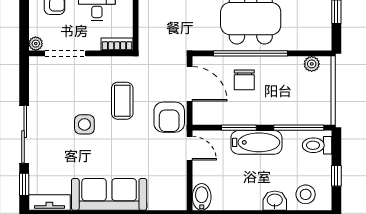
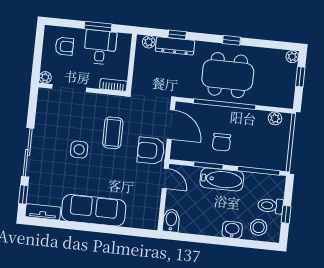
chair: (244, 80) -> (222, 142), moved
armchair: (169, 117) -> (151, 151), turned 90
toilet: (317, 145) -> (271, 206), moved

